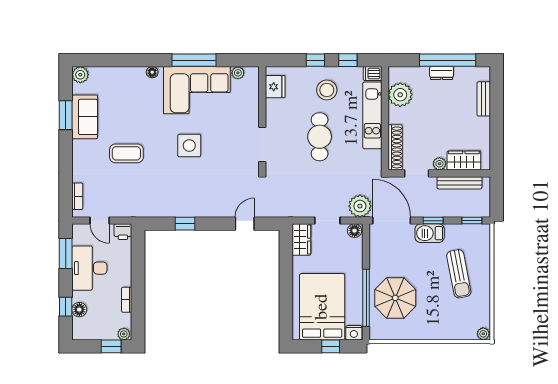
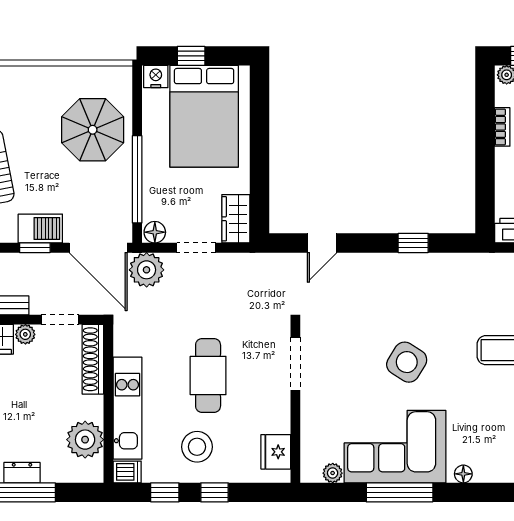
side table: (189, 146) -> (407, 362), turned 32
window: (366, 298) -> (137, 179), moved

